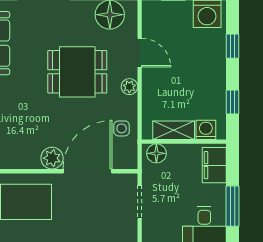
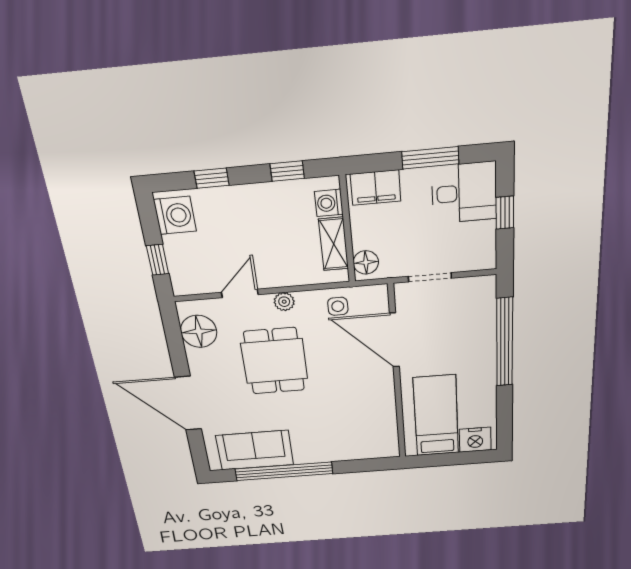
plant: (52, 158) -> (381, 379), removed

